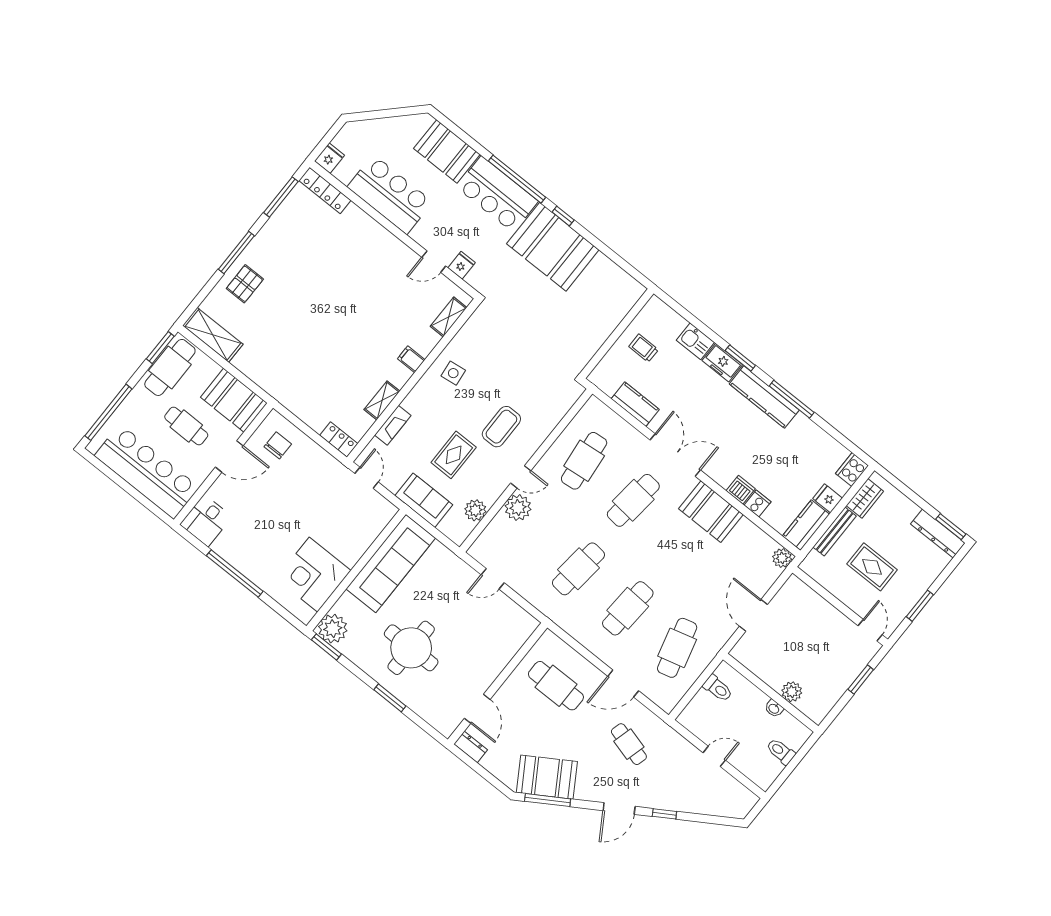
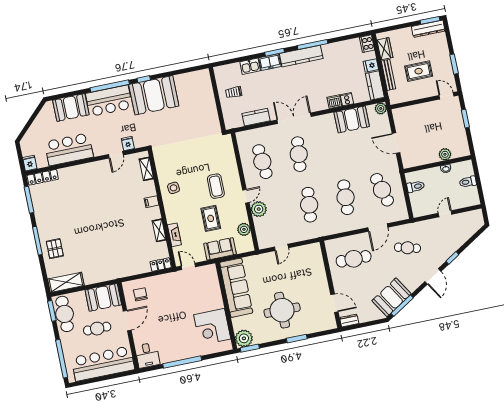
booth: (711, 512) -> (352, 119), moved

